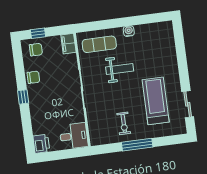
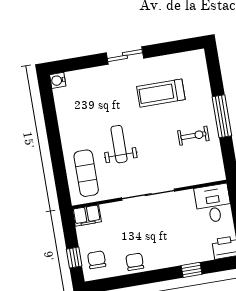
water cooler: (129, 31) -> (58, 80), moved
window: (23, 97) -> (192, 270), moved
treadmill: (156, 101) -> (161, 93), width x0.73, depth x0.73
sliding door: (188, 104) -> (125, 56), moved

